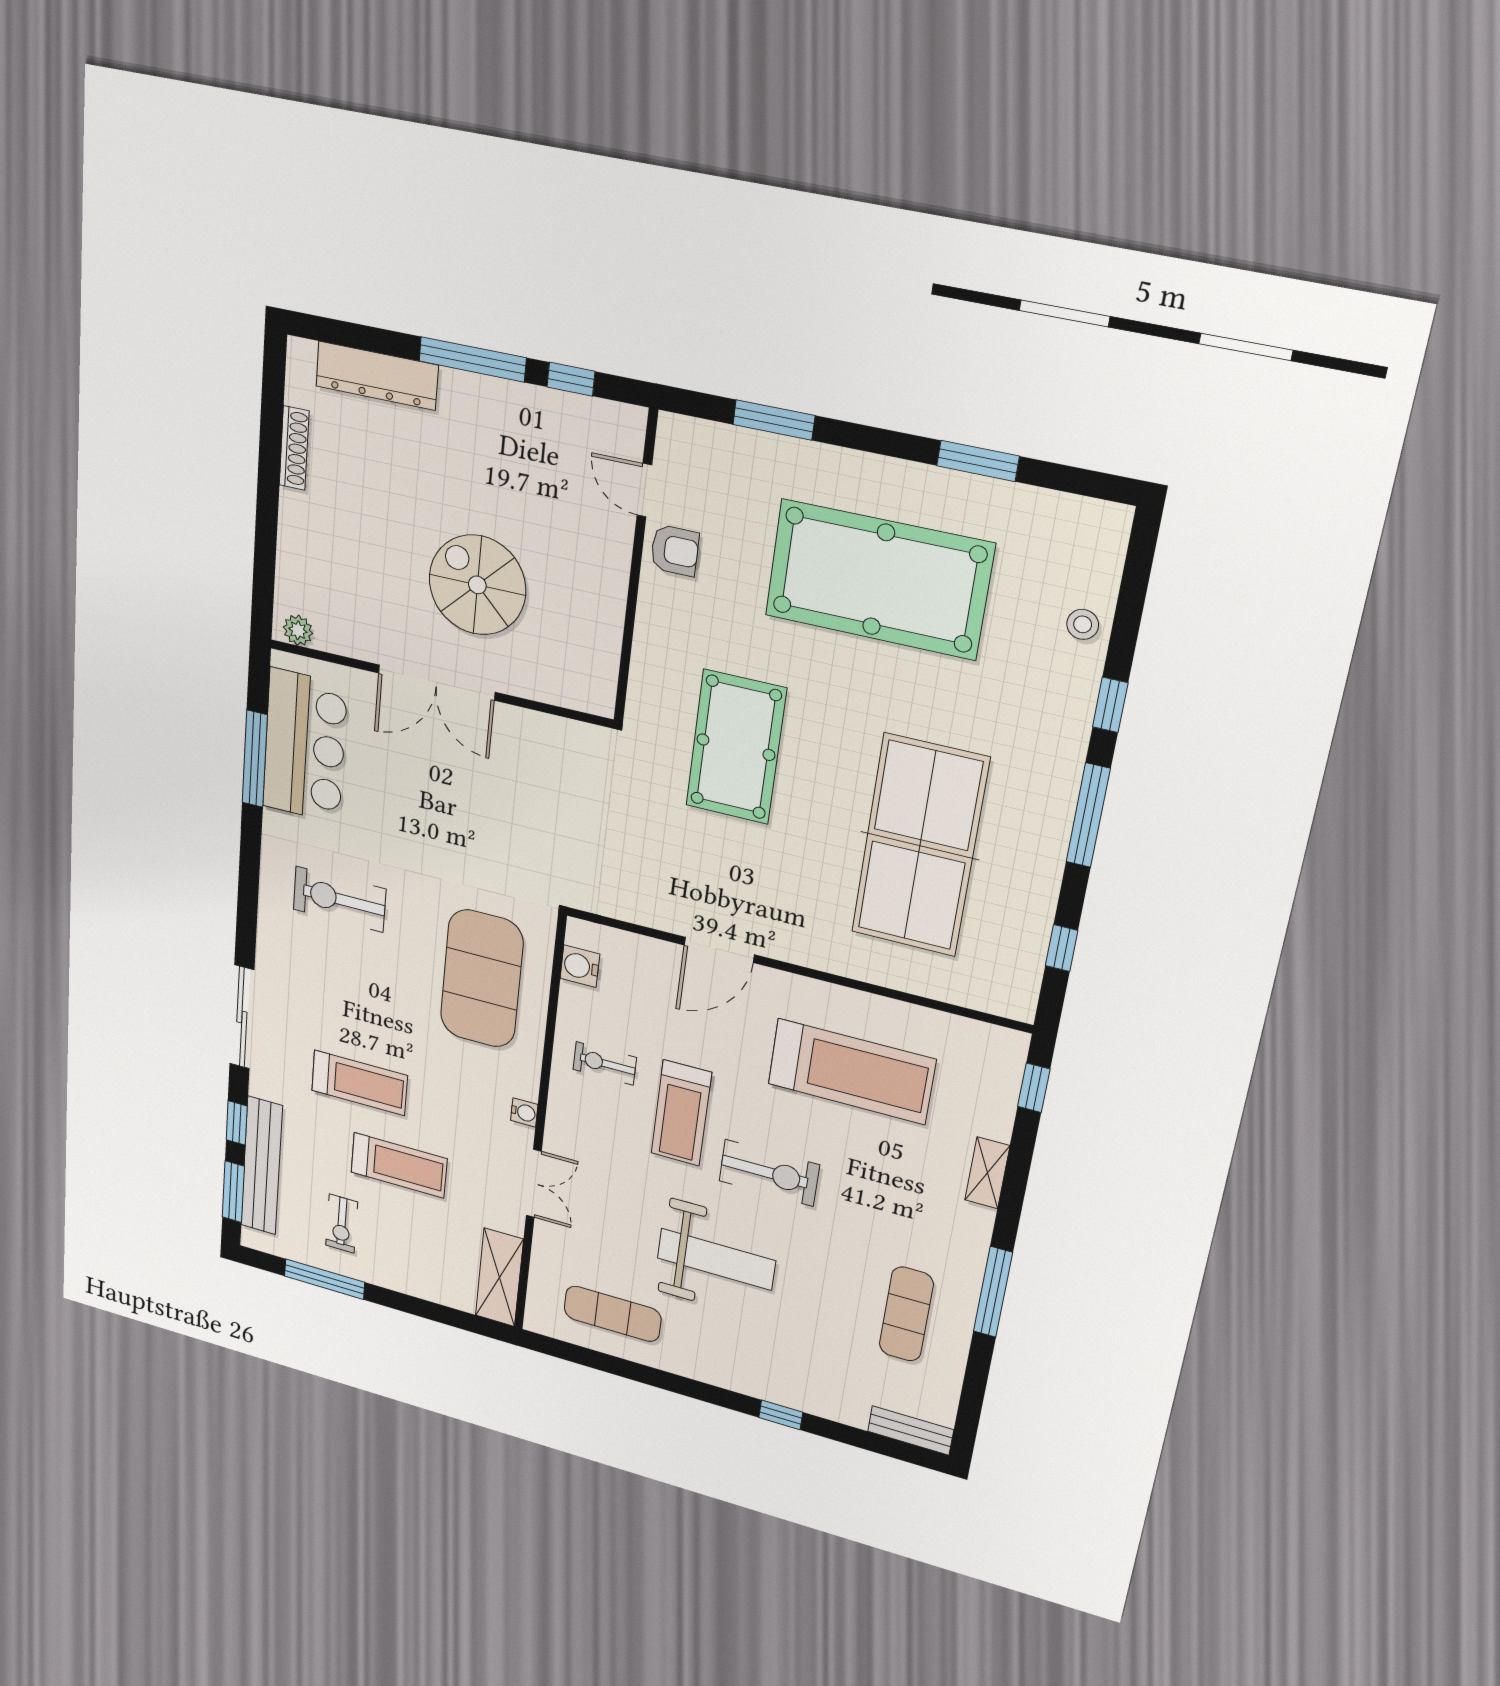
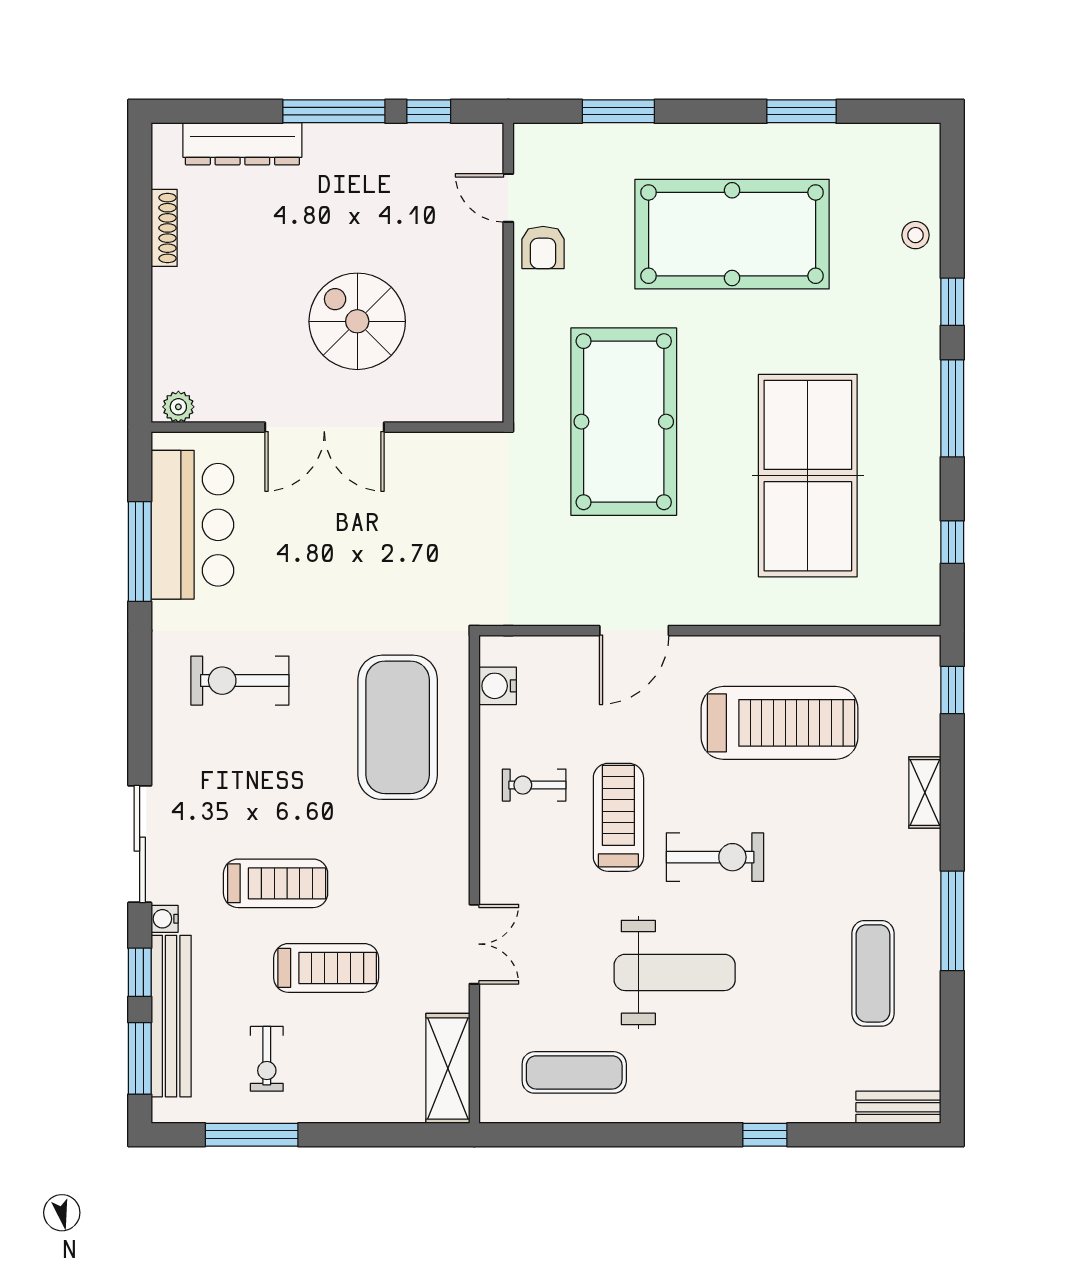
armchair: (675, 550) -> (543, 247), turned 90
pool table: (736, 747) -> (624, 422), width x1.36, depth x1.32
water cooler: (524, 1112) -> (165, 919), moved, turned 180
treadmill: (681, 1113) -> (618, 817), turned 180

